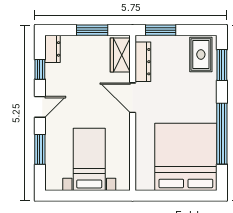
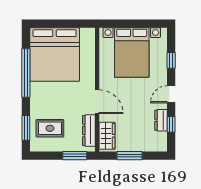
dresser: (53, 49) -> (161, 120), moved
rug: (201, 54) -> (50, 128), moved, turned 90
window: (40, 149) -> (171, 60), width x0.67
bed with nightstands: (89, 159) -> (132, 52), width x1.36

